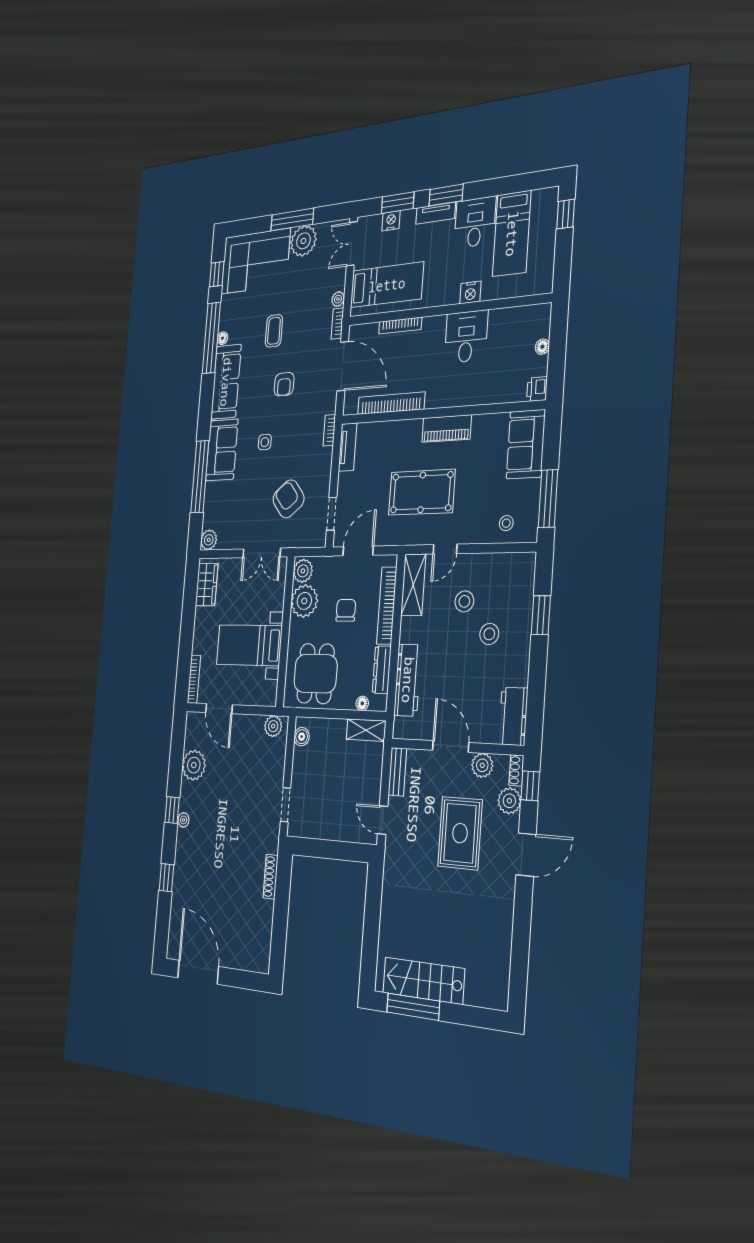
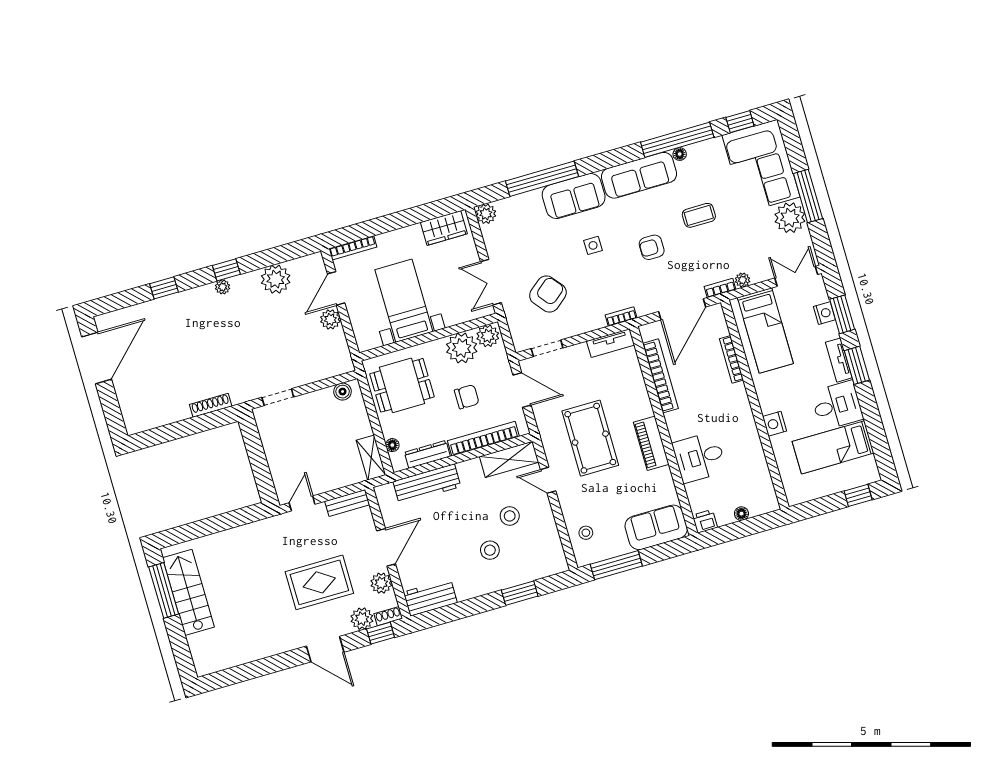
desk: (466, 337) -> (699, 457), moved, turned 180
plant: (273, 726) -> (330, 319), moved

